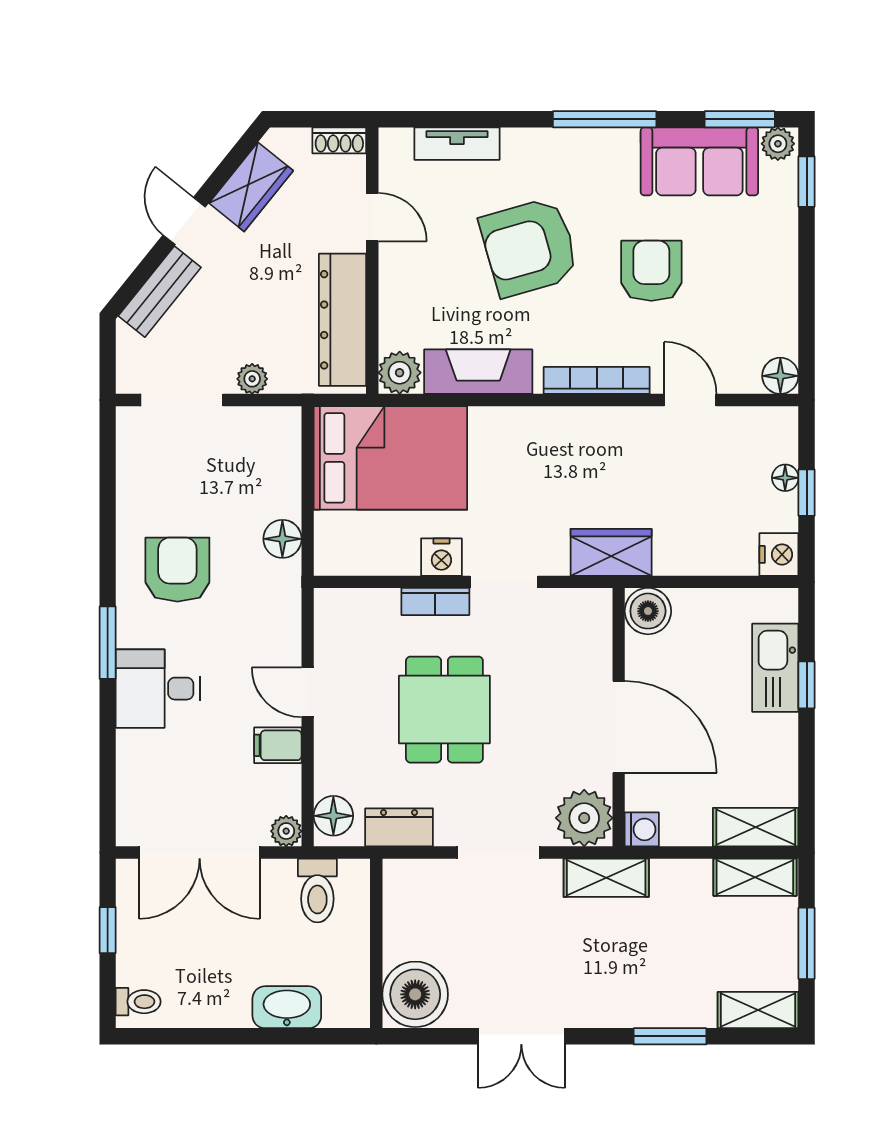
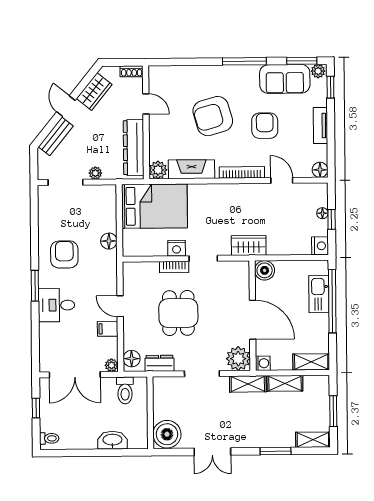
tv unit: (457, 144) -> (320, 126), moved, turned 90
window: (807, 685) -> (332, 301), width x3.17
shelving: (755, 877) -> (285, 383), moved

